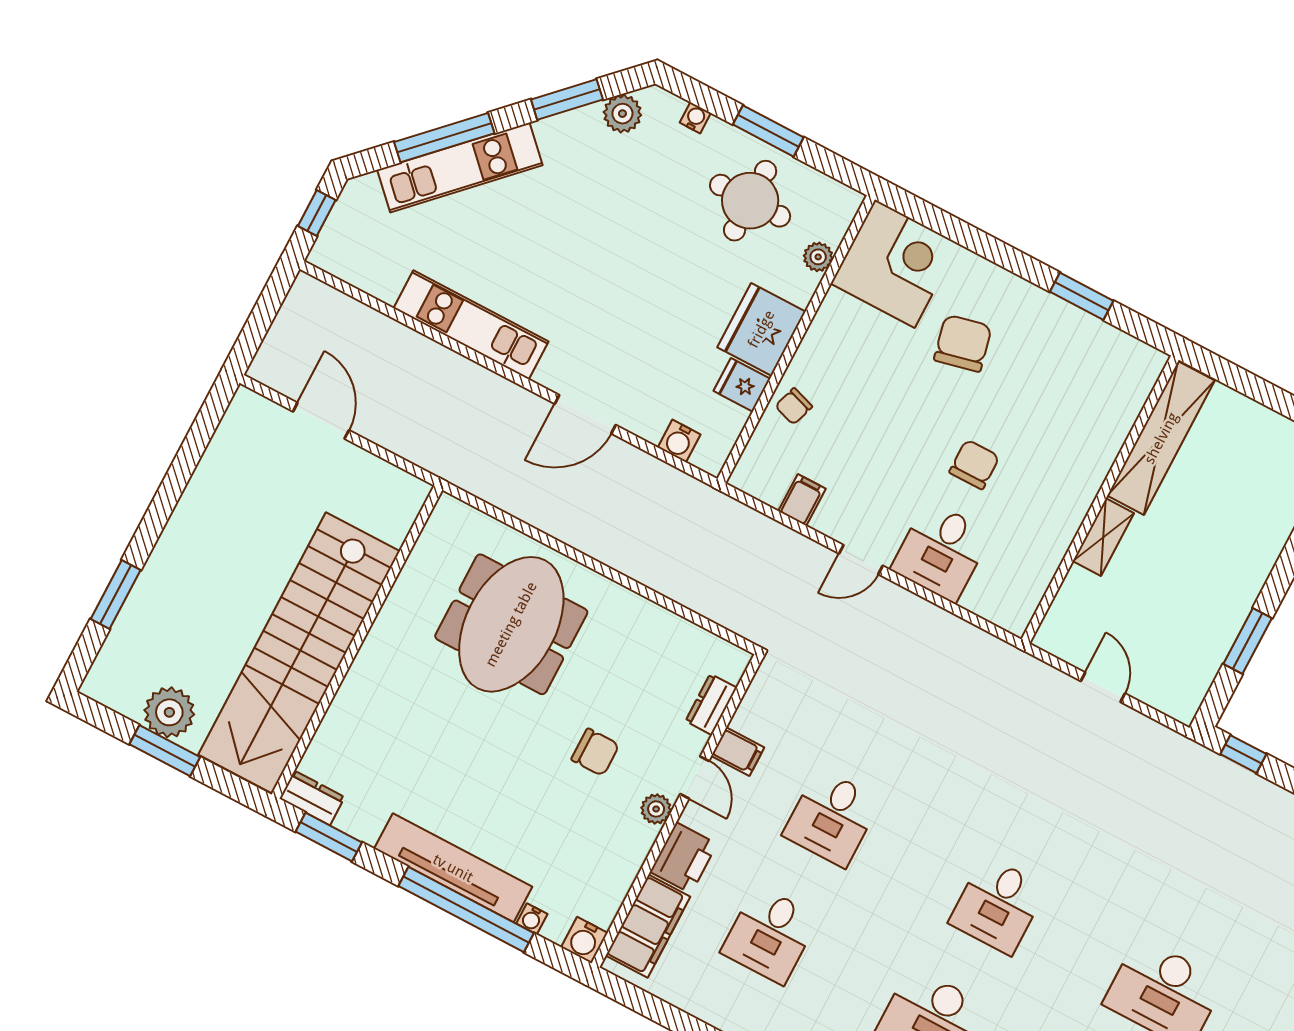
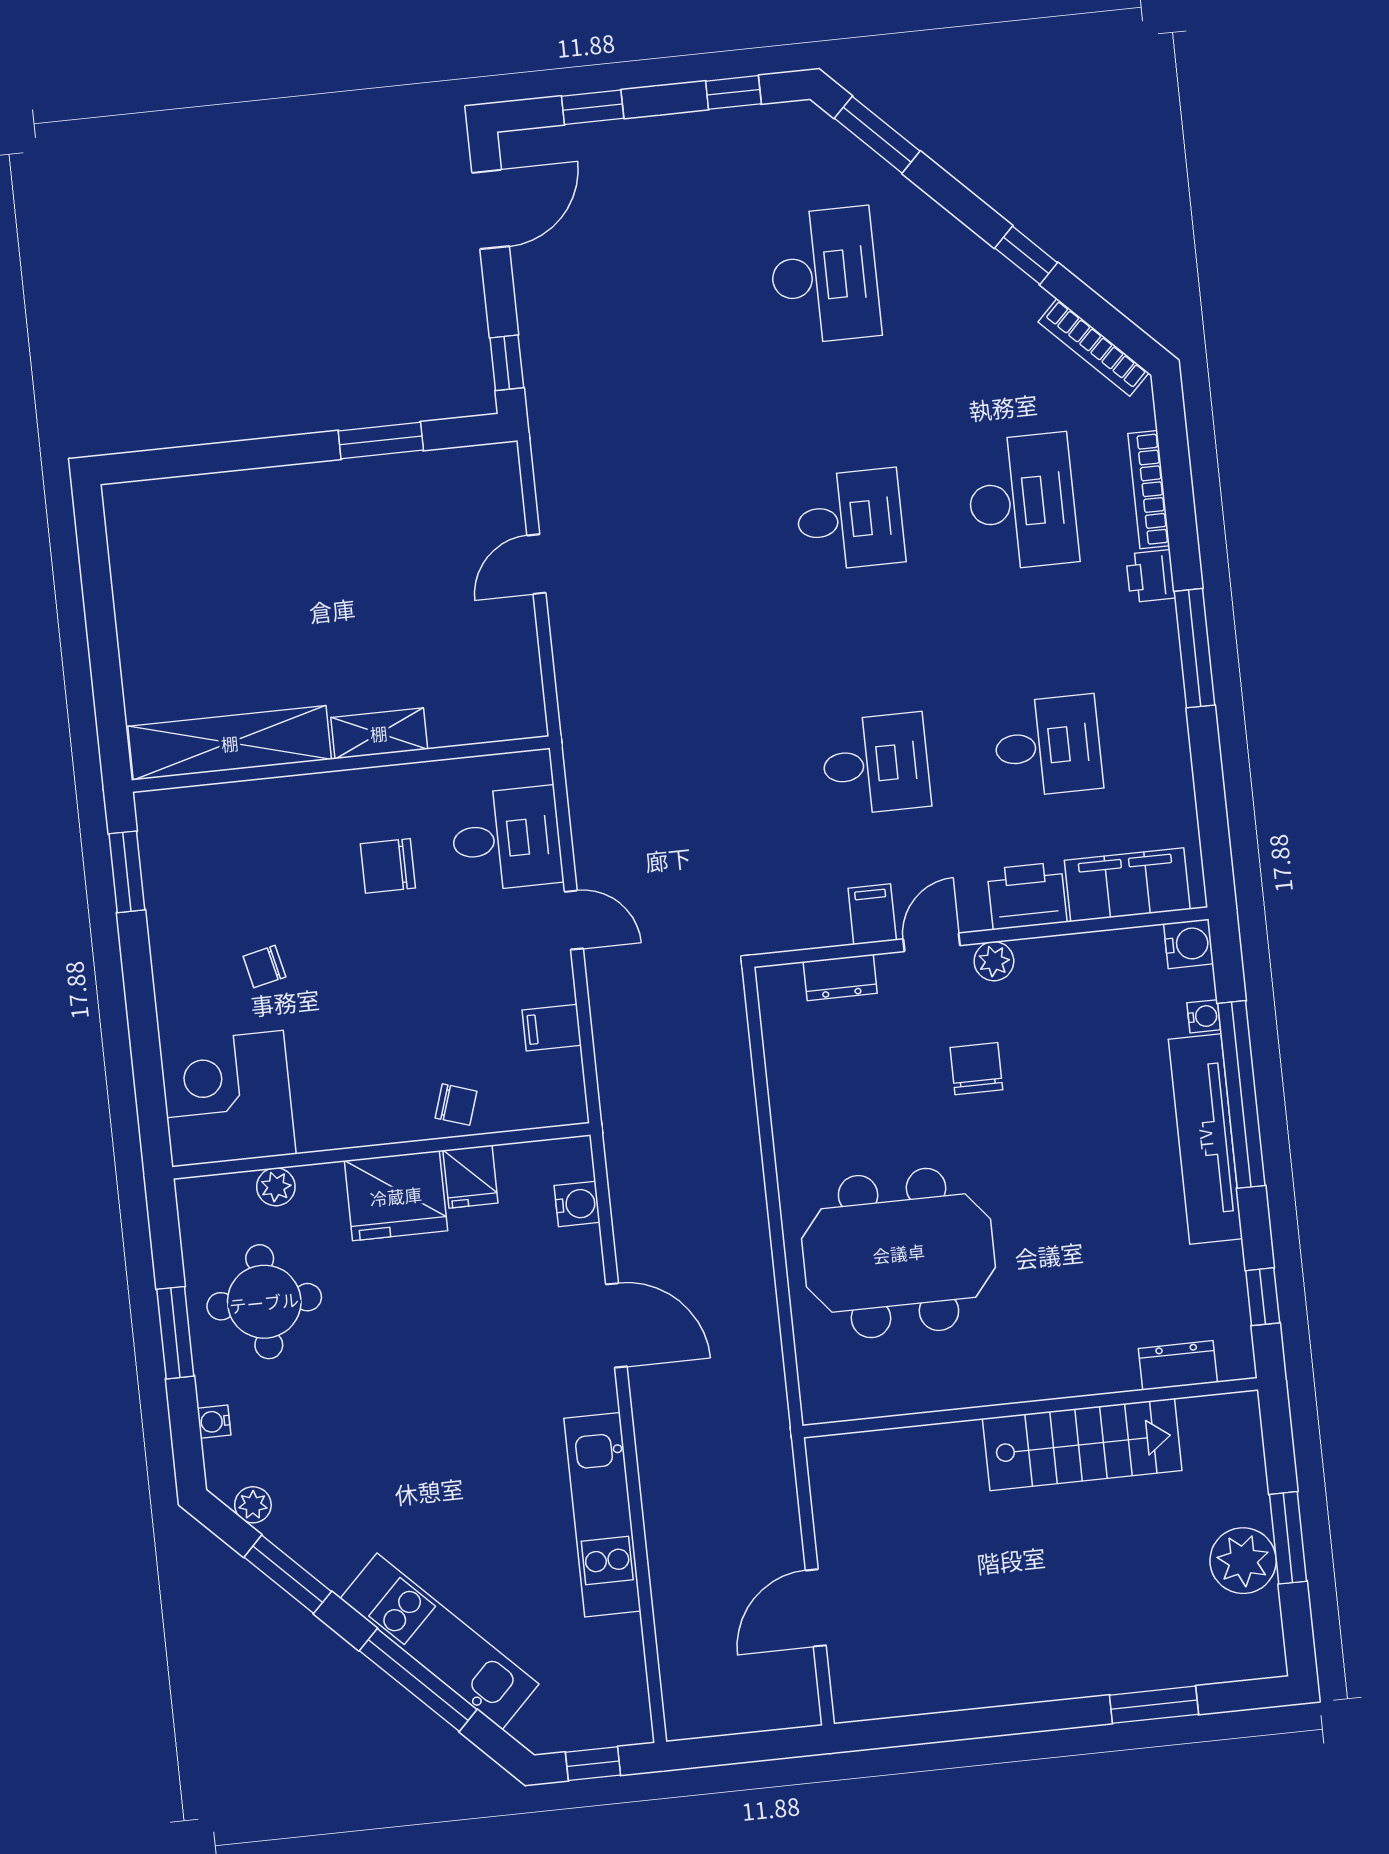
plant: (622, 114) -> (253, 1505), width x0.73, depth x0.73
chair: (963, 343) -> (264, 967), width x0.54, depth x0.54
shelving: (1161, 438) -> (230, 743), moved
wall: (1100, 500) -> (341, 764), moved
shelving: (1103, 537) -> (379, 733), moved
stairs: (299, 653) -> (1082, 1445), width x0.54, depth x0.66
dresser: (312, 798) -> (1178, 1365), moved, turned 90
window: (329, 837) -> (1263, 1297), width x0.67

